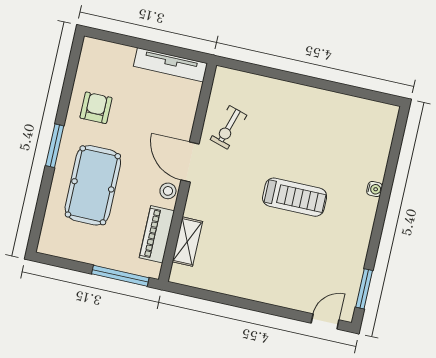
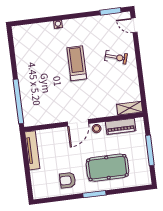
window: (265, 71) -> (18, 101), added
exercise bike: (228, 127) -> (116, 57), moved
shelving: (187, 242) -> (130, 108), moved
window: (120, 276) -> (150, 150), moved

